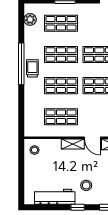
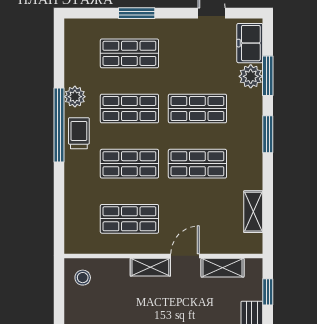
plant: (30, 19) -> (75, 97), moved
door: (92, 138) -> (185, 256), swing flipped

